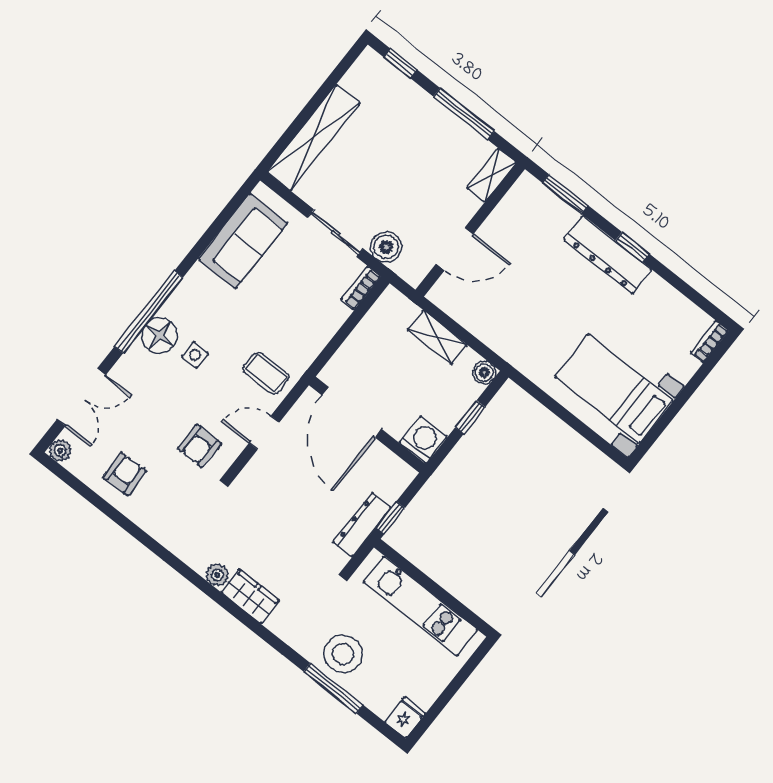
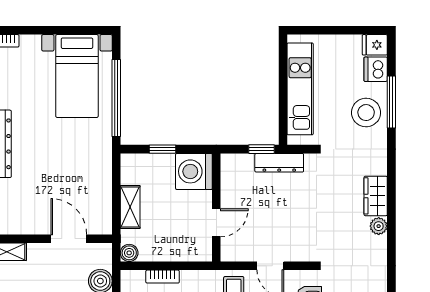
bookcase: (361, 288) -> (163, 277), moved
boiler: (484, 373) -> (129, 253), moved
window: (560, 411) -> (116, 98), added
door: (352, 412) -> (216, 223), width x0.53
washing machine: (423, 440) -> (194, 171), width x1.37, depth x1.37
dishwasher: (380, 699) -> (376, 69), added

